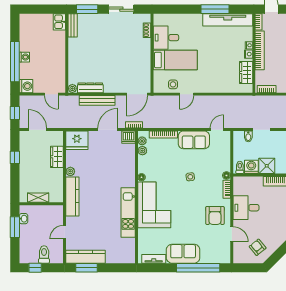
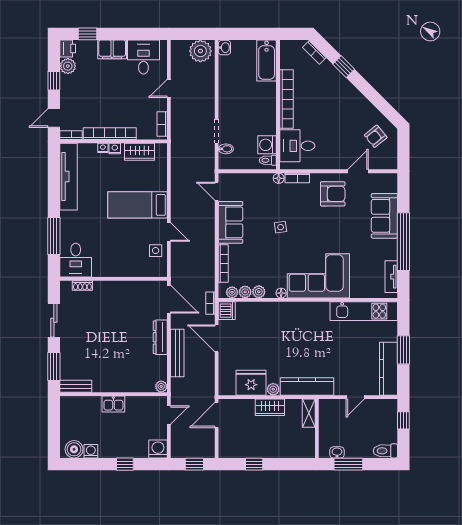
window: (215, 9) -> (54, 236), moved
kitchen sink: (59, 22) -> (113, 404), moved
boiler: (26, 24) -> (74, 449), added
desk: (166, 38) -> (76, 260), moved
washing machine: (24, 57) -> (91, 451), moved
bed: (175, 60) -> (137, 205), moved, turned -90
window: (15, 62) -> (125, 464), width x0.32
dresser: (90, 88) -> (160, 337), moved
door: (37, 130) -> (217, 415), moved
fridge: (77, 140) -> (251, 383), moved, turned -90
wardrobe: (57, 157) -> (270, 407), moved
plant: (142, 161) -> (259, 292), added
shower: (267, 166) -> (266, 124), removed
shelving: (38, 198) -> (309, 413), moved
desk: (246, 208) -> (297, 146), moved, turned 90
kitchen unit: (128, 212) -> (364, 311), moved
door: (64, 232) -> (355, 397), hinge flipped
toilet: (44, 254) -> (385, 451), moved
sofa: (183, 254) -> (384, 216), moved
window: (35, 268) -> (403, 420), moved
window: (86, 268) -> (403, 350), moved
window: (198, 268) -> (403, 242), moved

